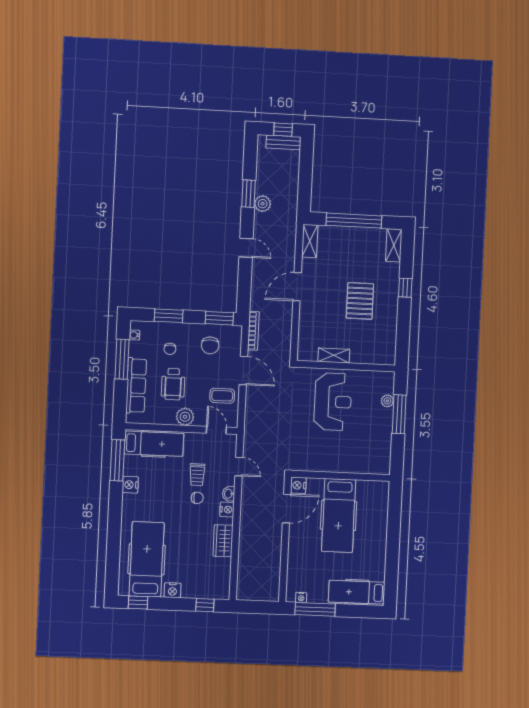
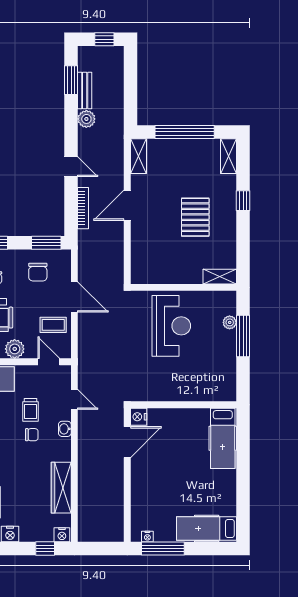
bench: (284, 142) -> (85, 91), moved, turned 90
window: (249, 194) -> (71, 80), moved
bookcase: (253, 331) -> (83, 208), moved
shelving: (334, 355) -> (220, 277), moved
nightstand: (227, 510) -> (62, 535), moved, turned 90
hospital bed: (339, 515) -> (223, 438), moved, width x0.73, depth x0.78
wardrobe: (223, 541) -> (61, 488), width x1.50

